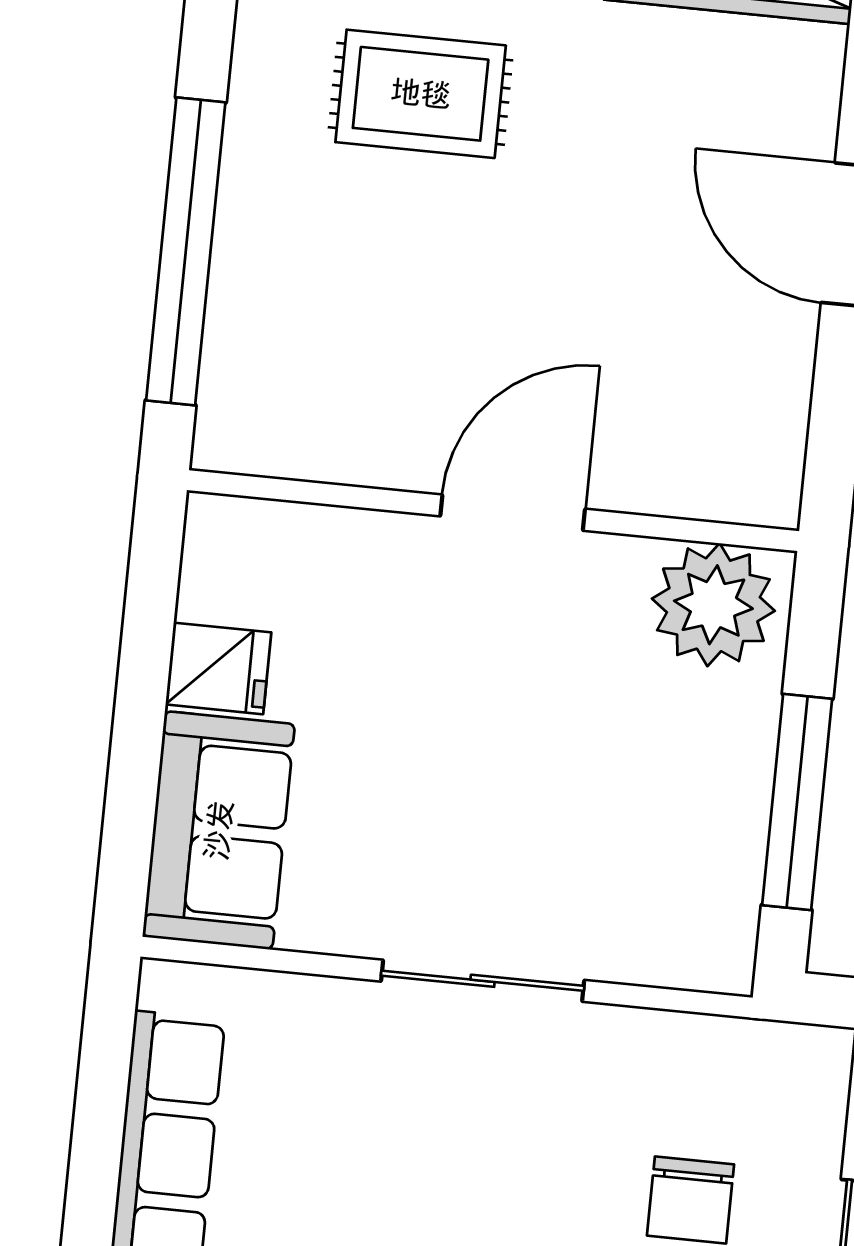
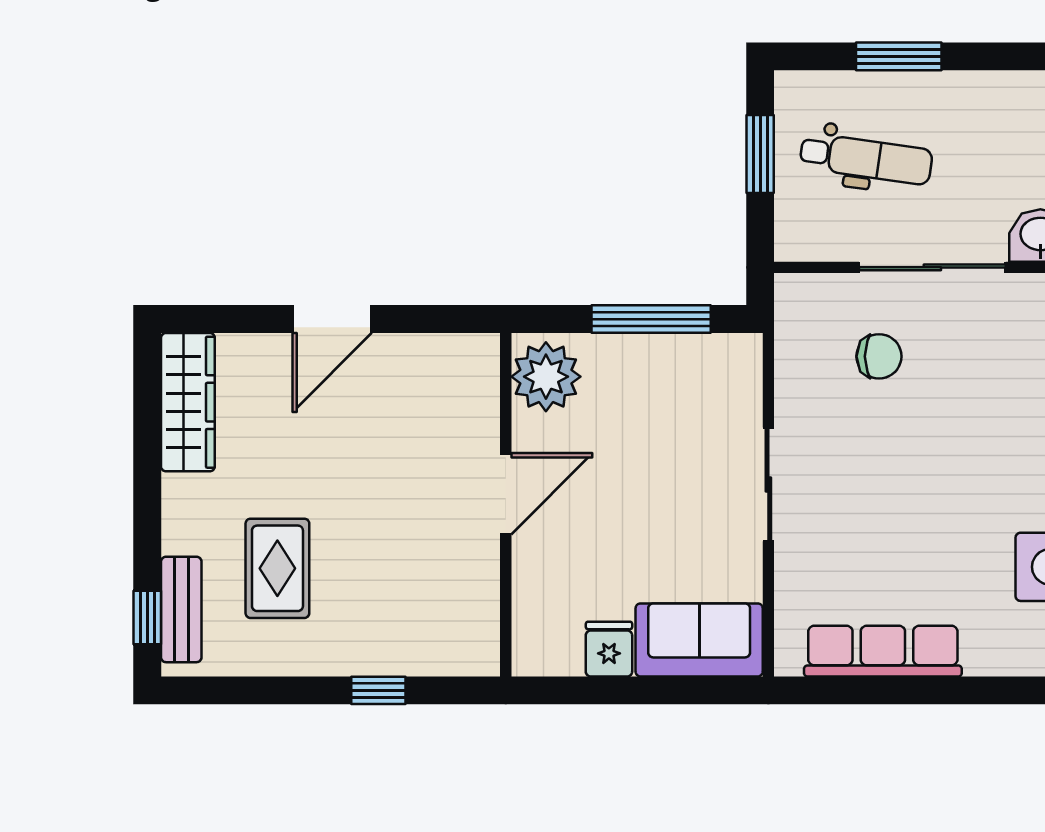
window: (186, 251) -> (378, 690), width x0.32
door: (513, 513) -> (506, 494), swing flipped

